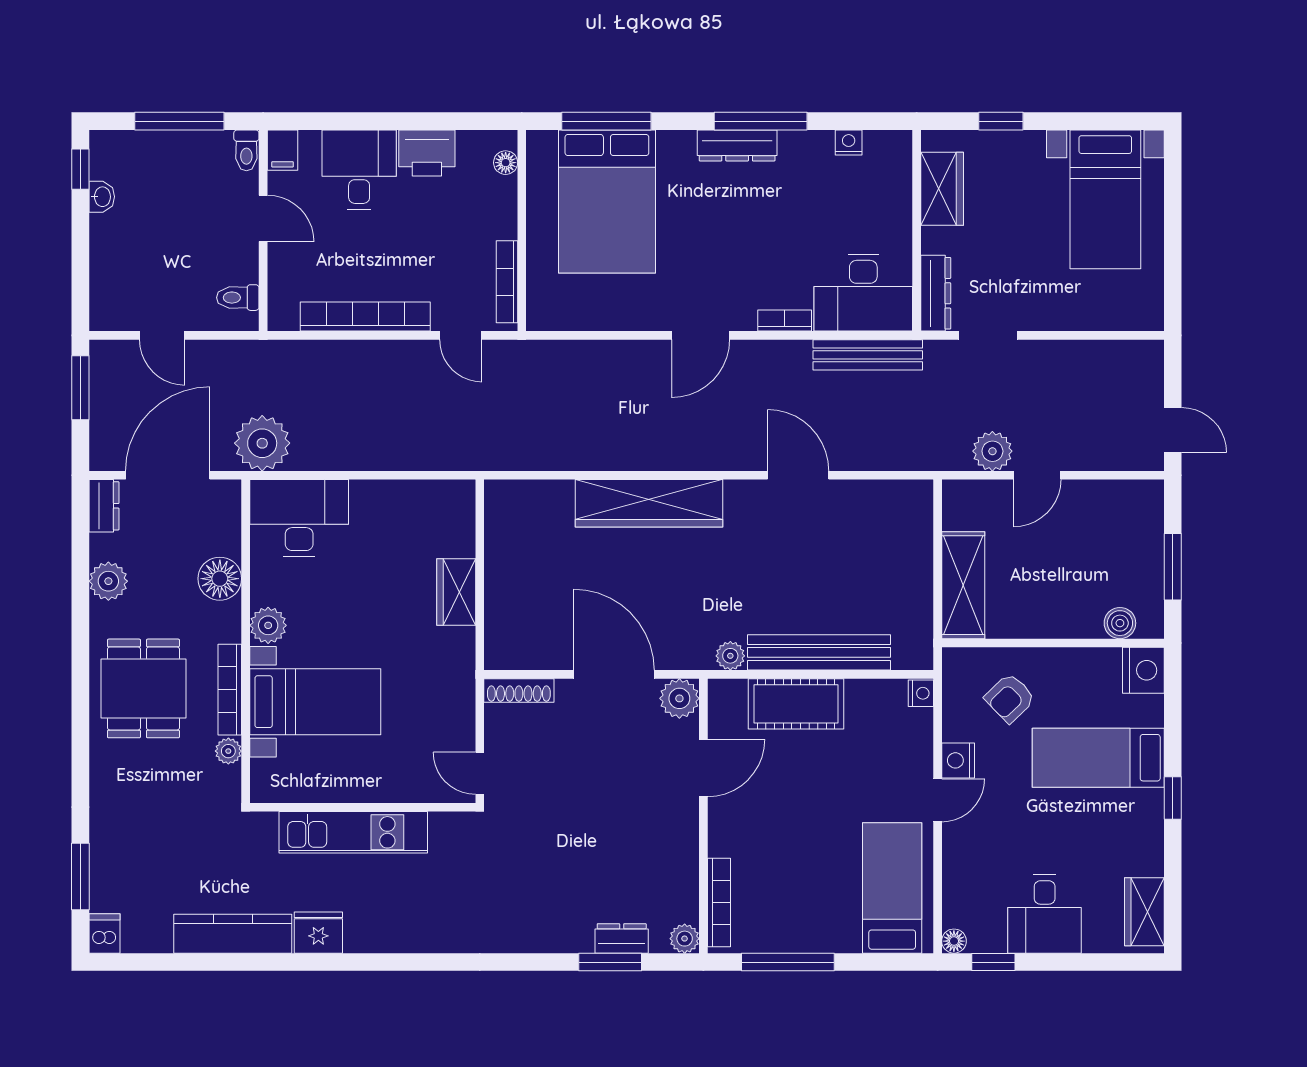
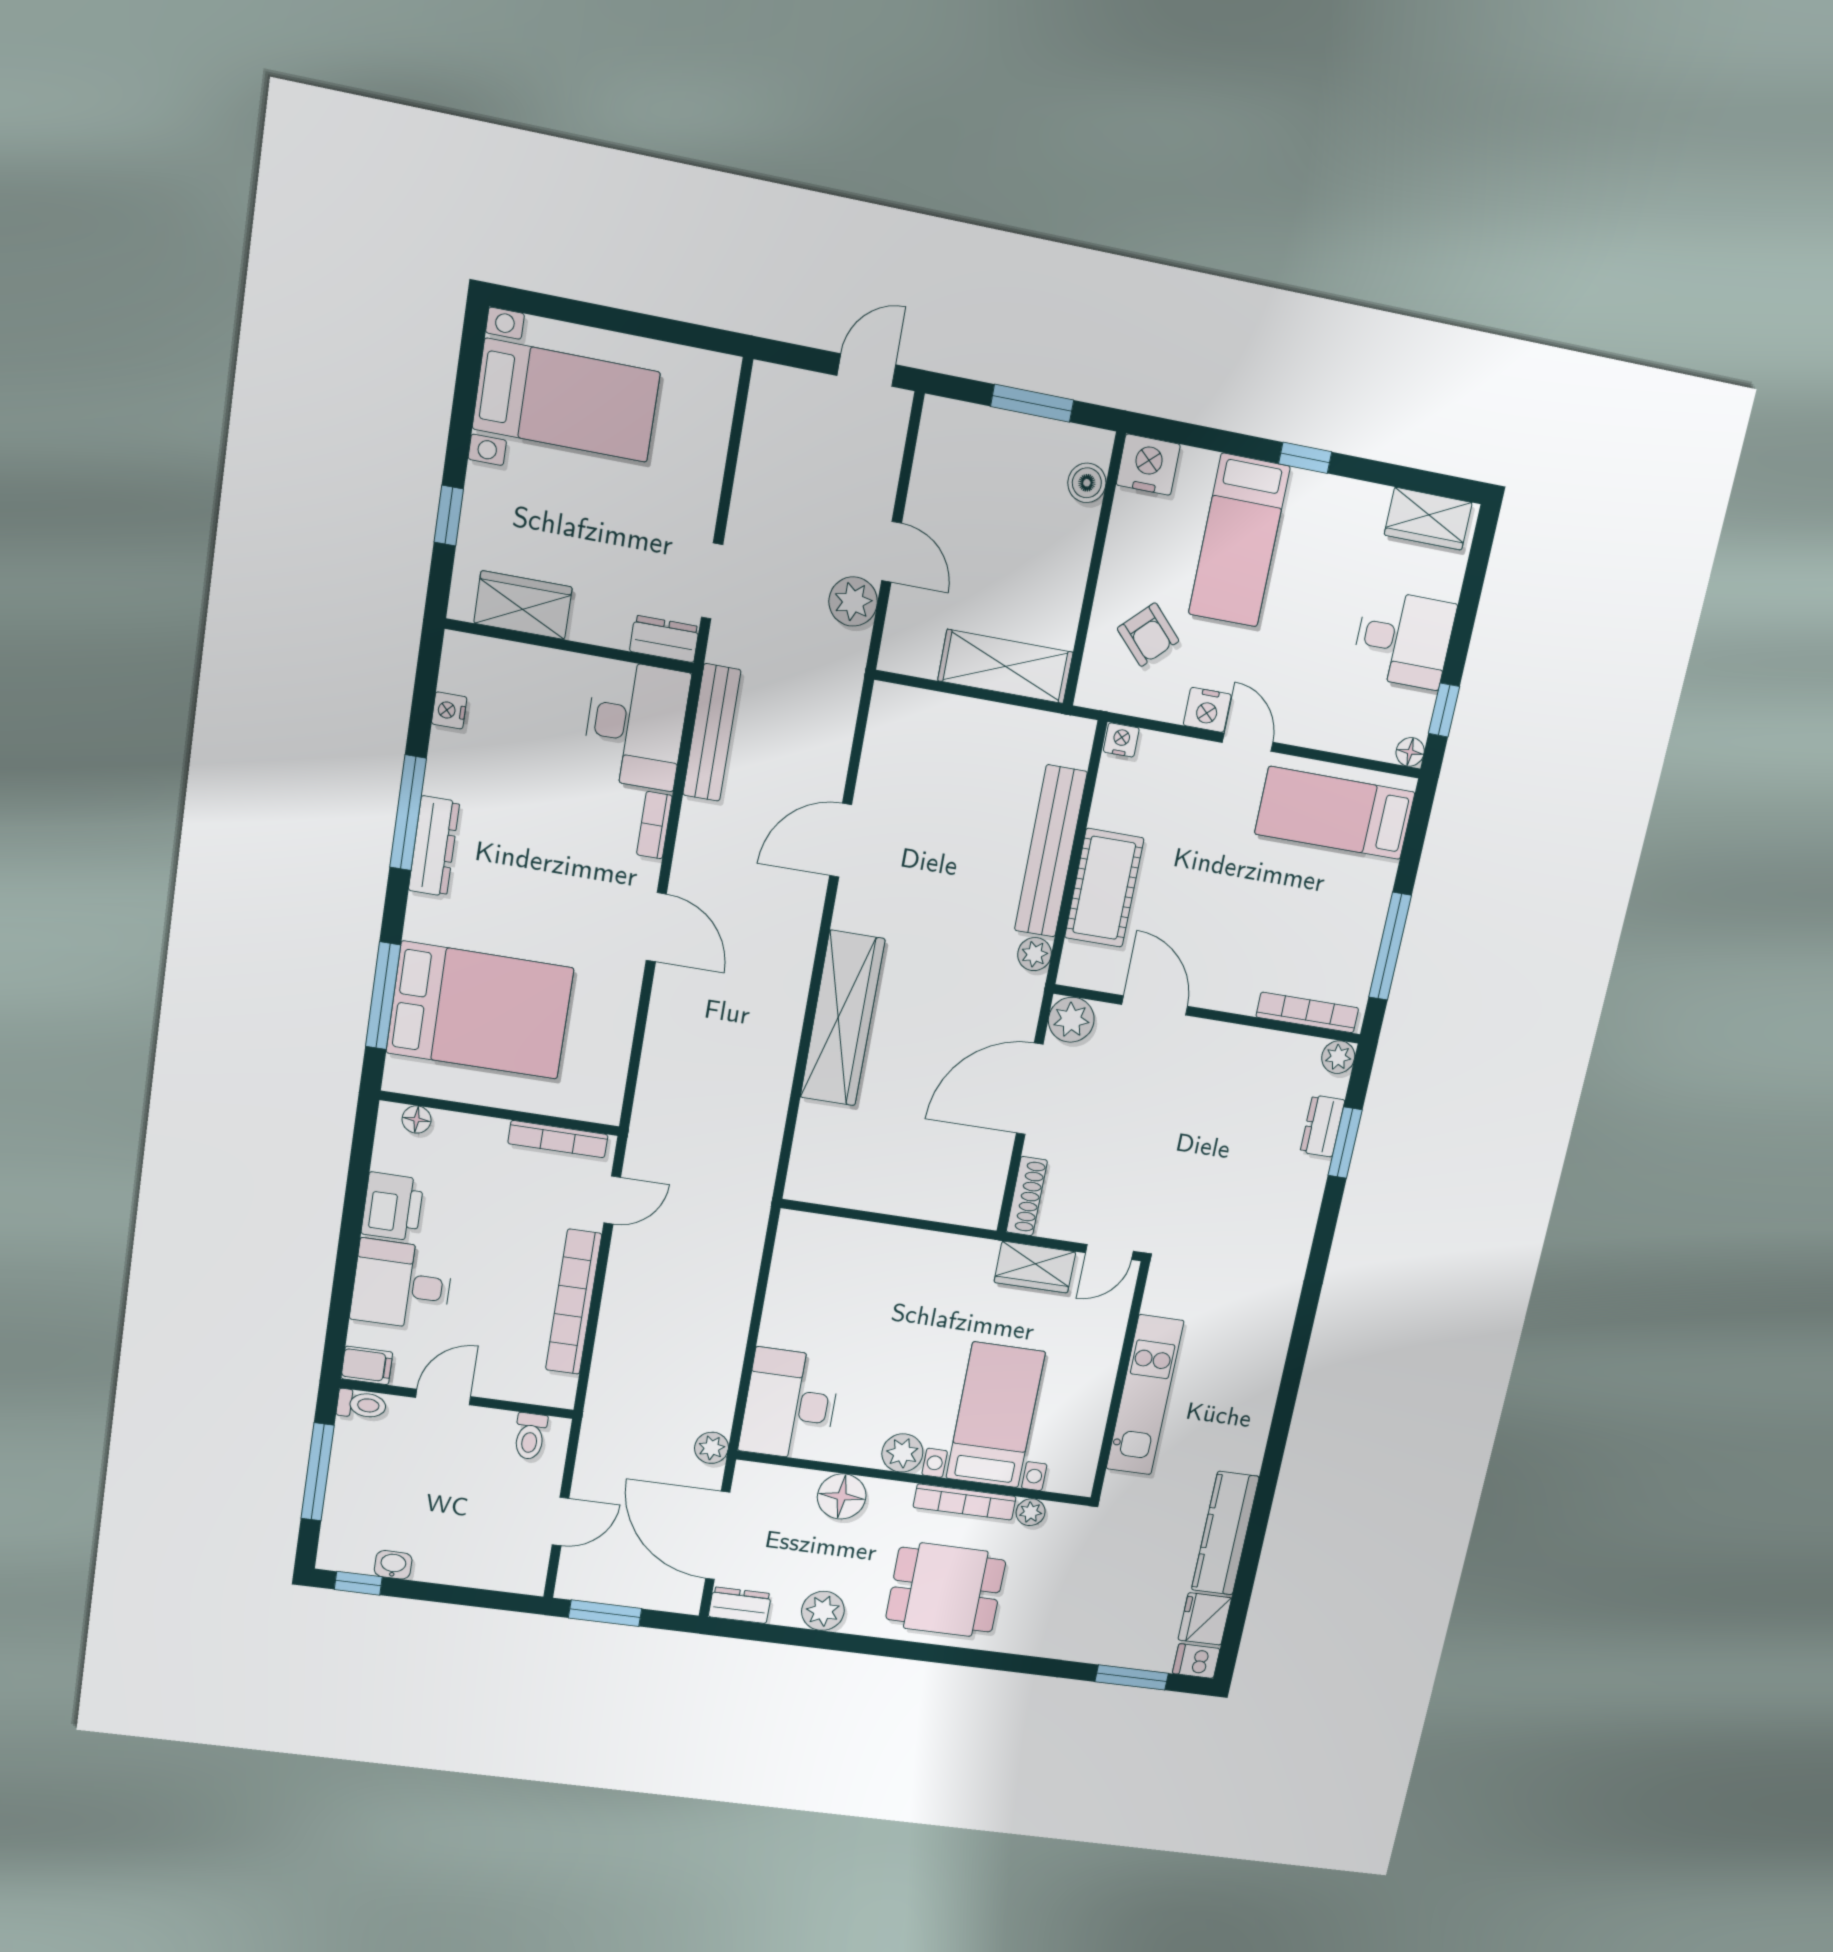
dresser: (936, 293) -> (664, 639), width x0.70
plant: (262, 443) -> (712, 1448), width x0.53, depth x0.53
wardrobe: (456, 592) -> (1035, 1267), moved
fridge: (318, 933) -> (1205, 1619), moved

